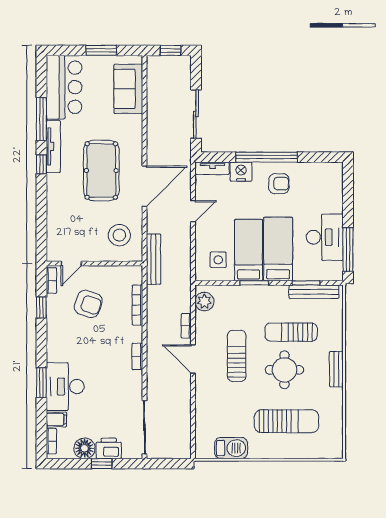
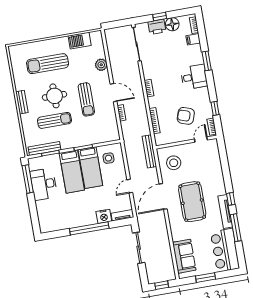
armchair: (279, 184) -> (79, 213), removed
plant: (204, 302) -> (101, 65), moved
desk: (65, 387) -> (194, 77), moved, width x0.73

